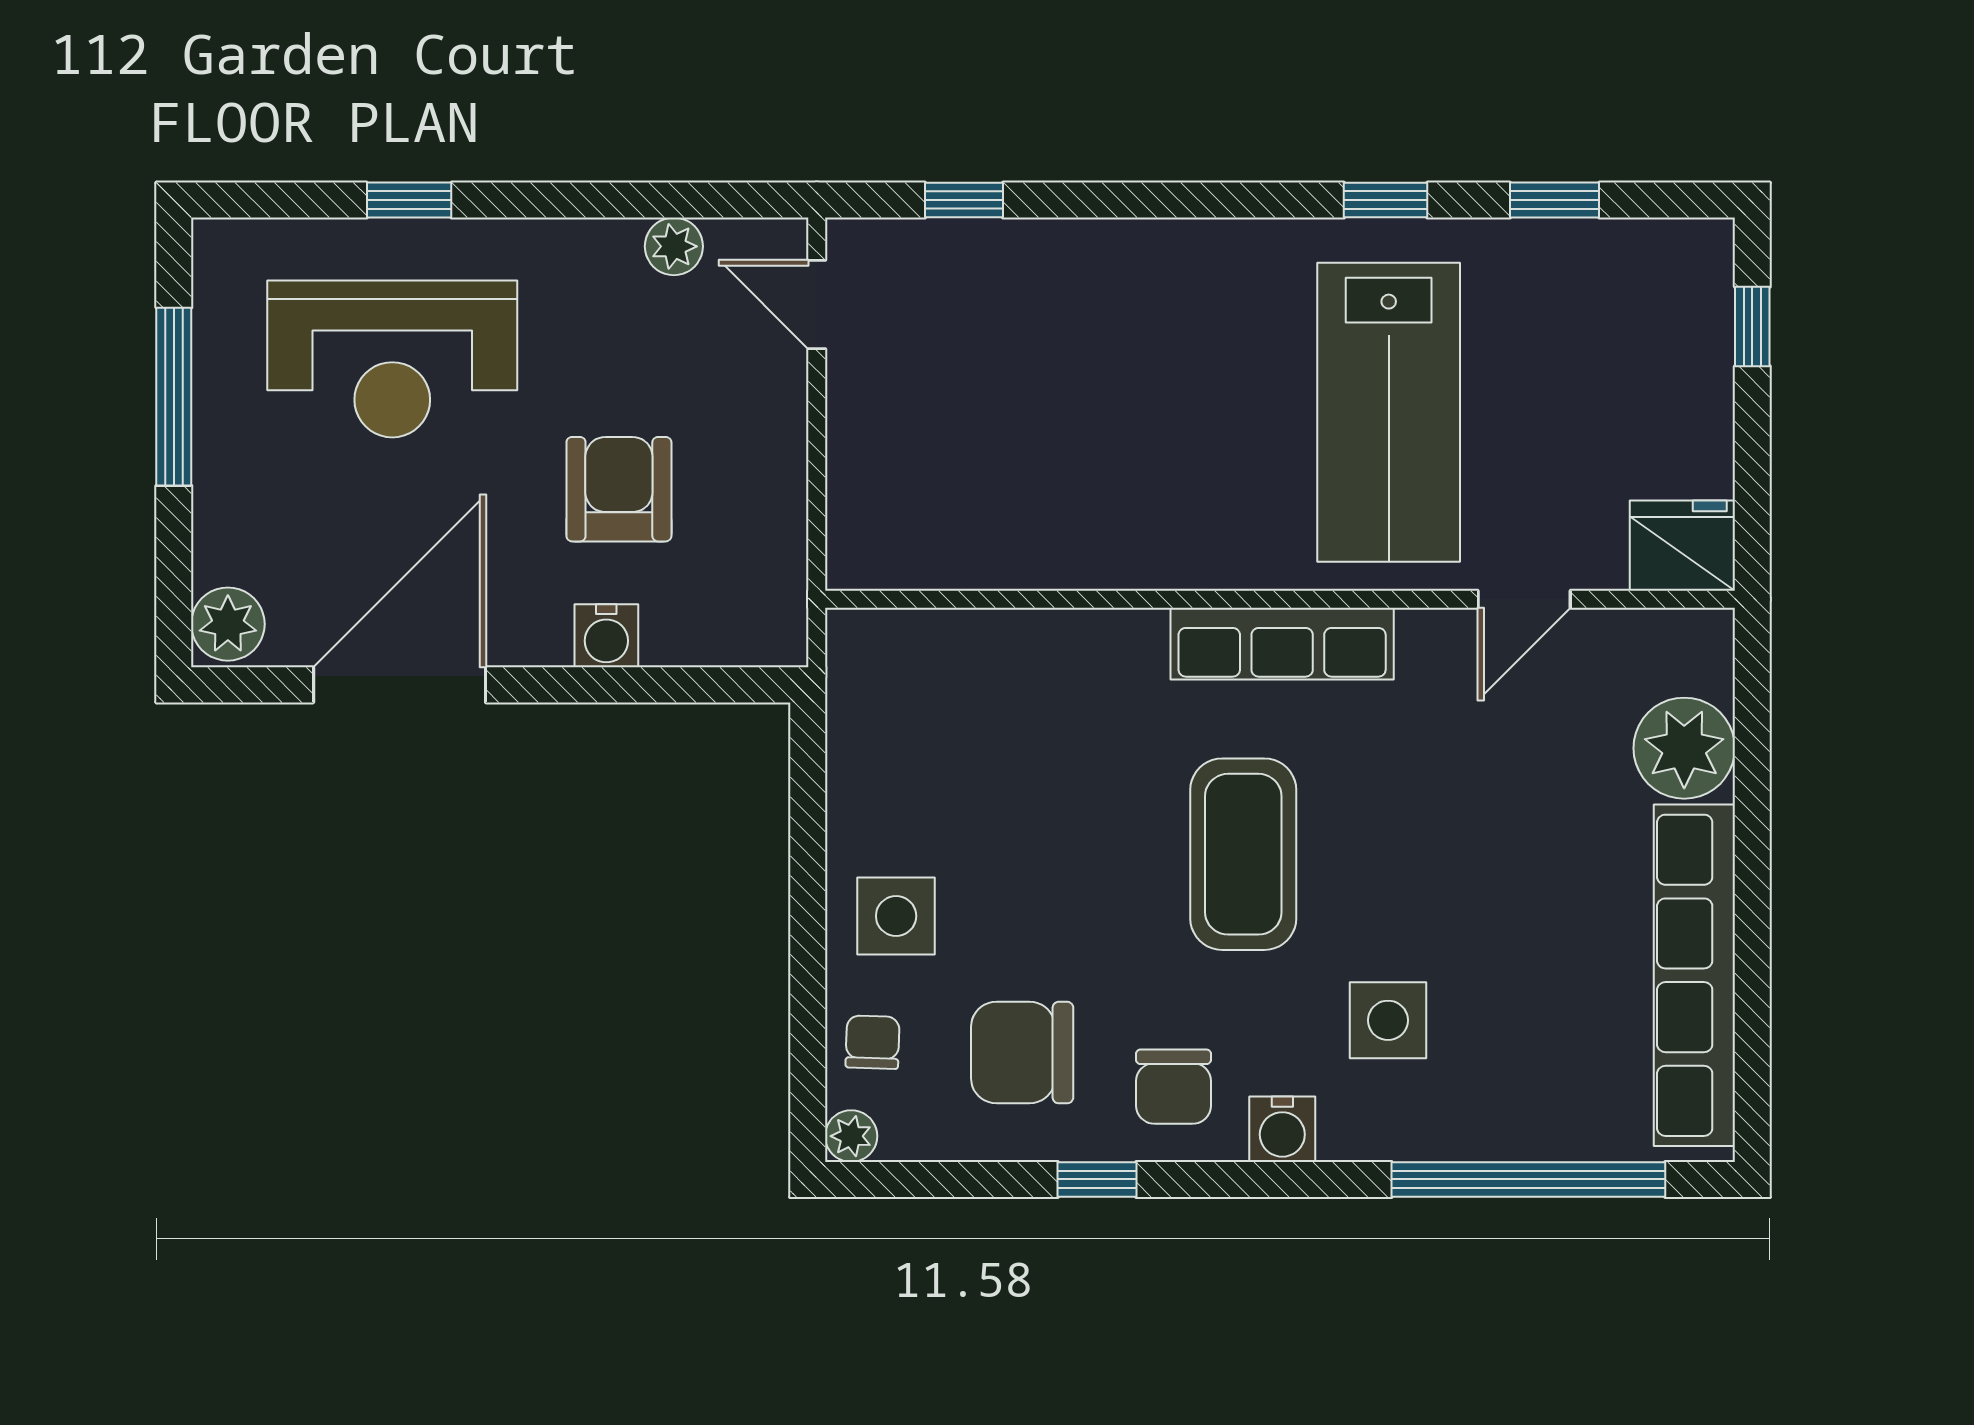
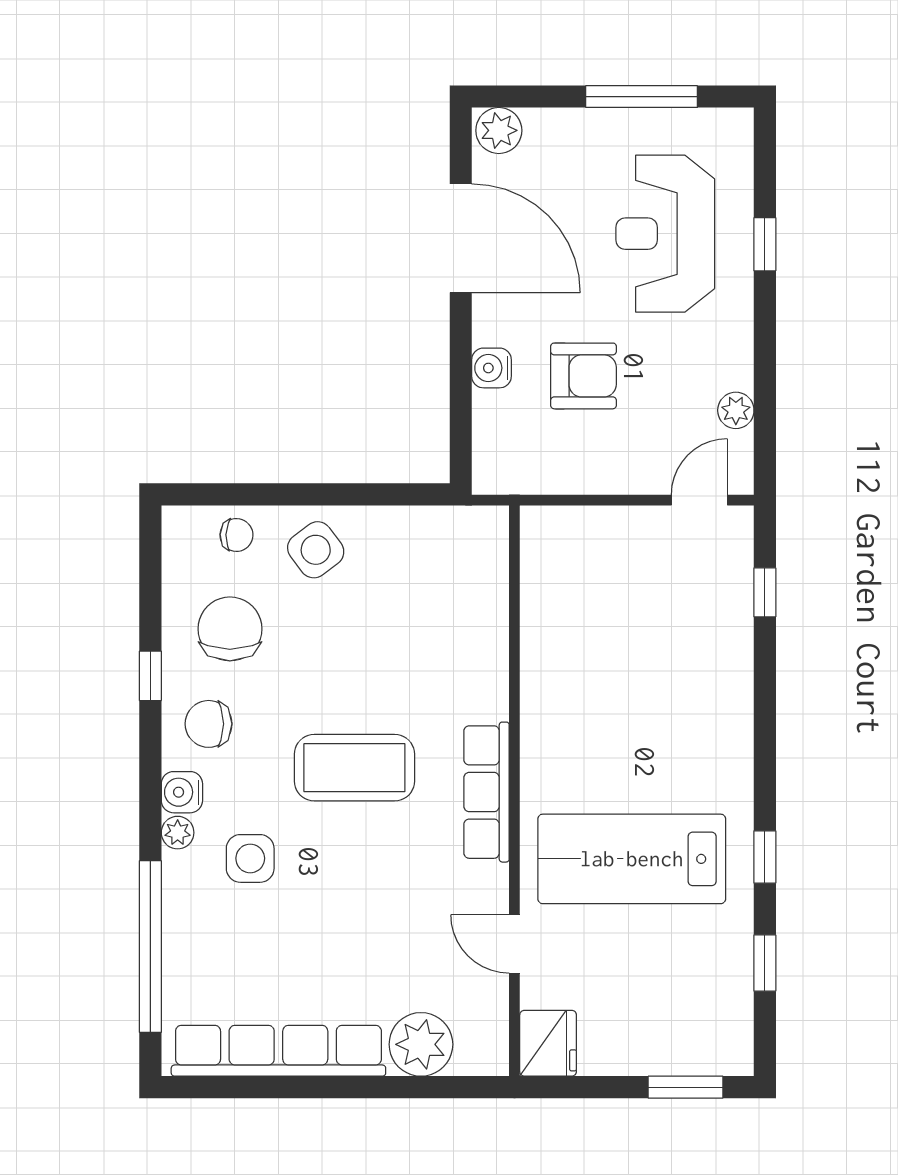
window: (1752, 327) -> (686, 1087), width x1.50
side table: (896, 916) -> (316, 550), turned -37
plant: (851, 1136) -> (178, 833), moved

